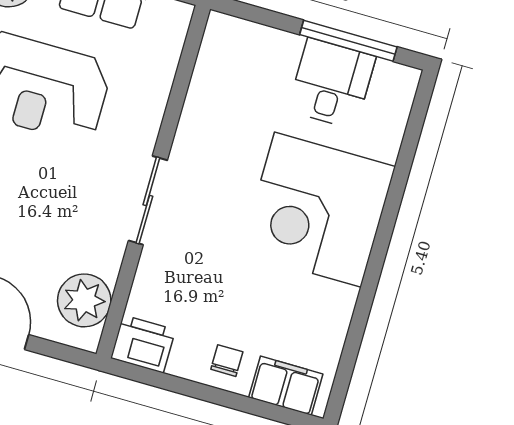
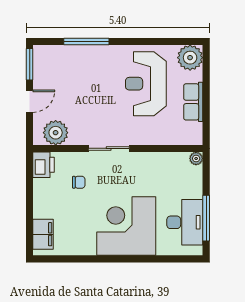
plant: (220, 26) -> (196, 159), added
desk: (332, 83) -> (185, 222), width x1.37
chair: (227, 361) -> (79, 182), moved

